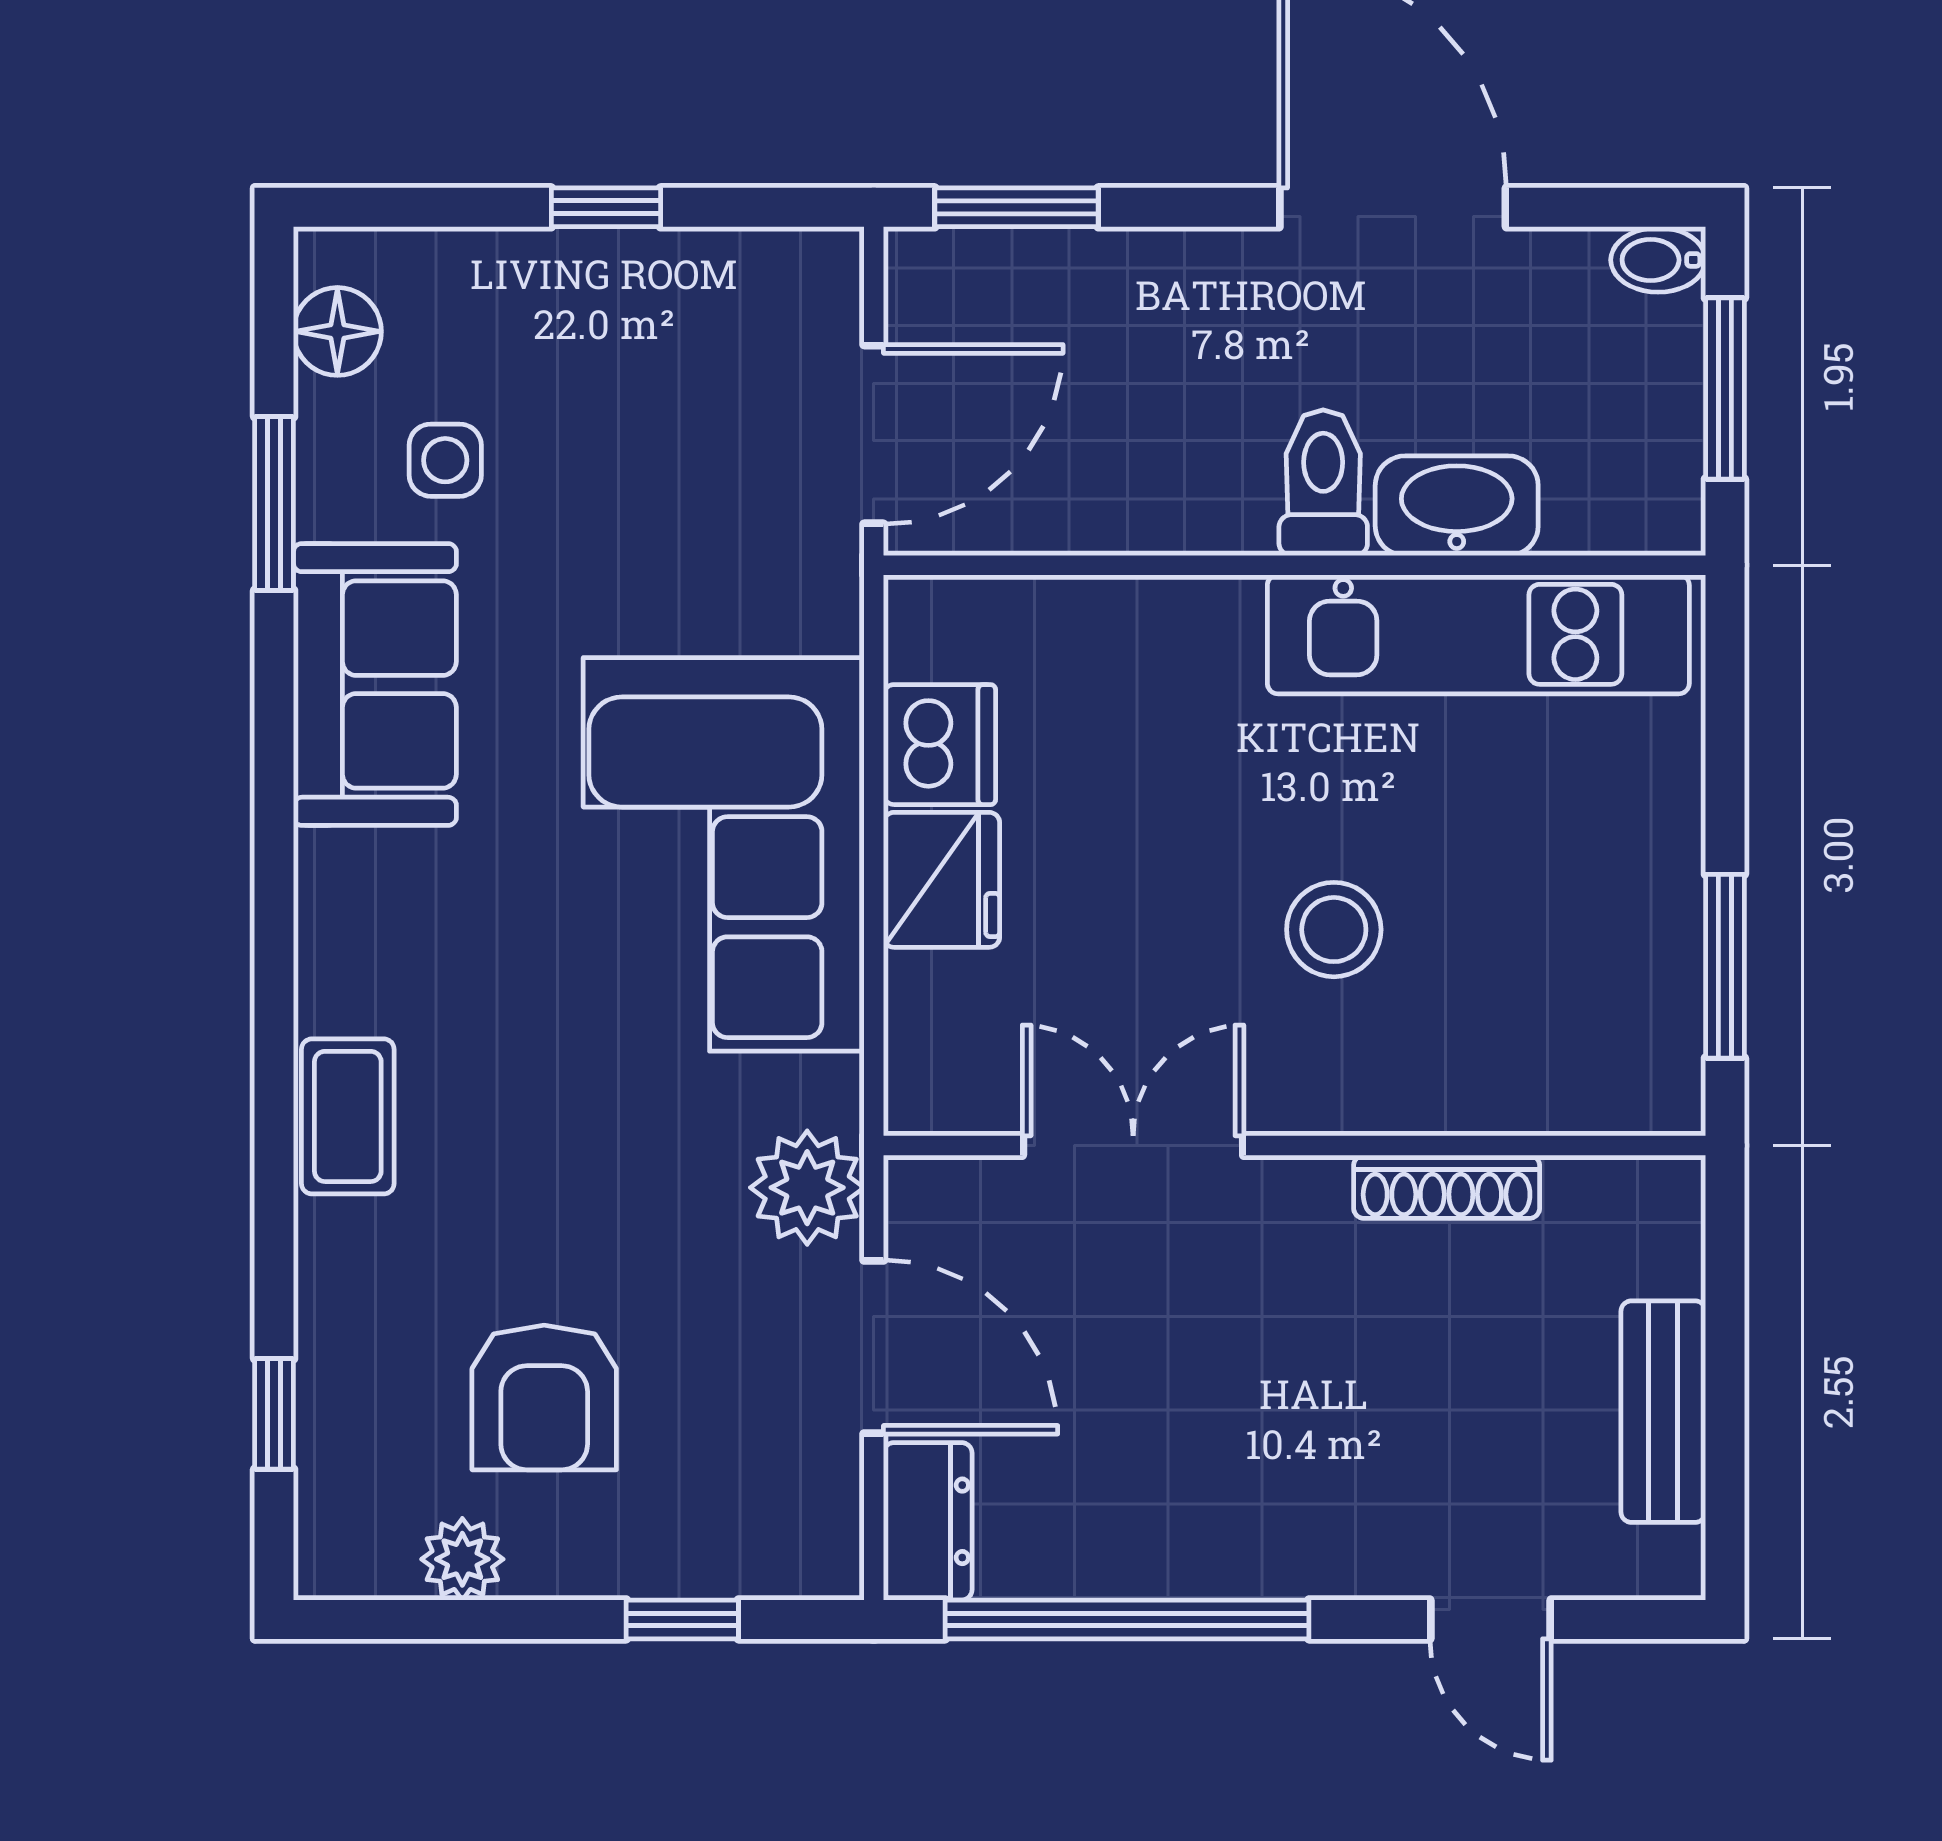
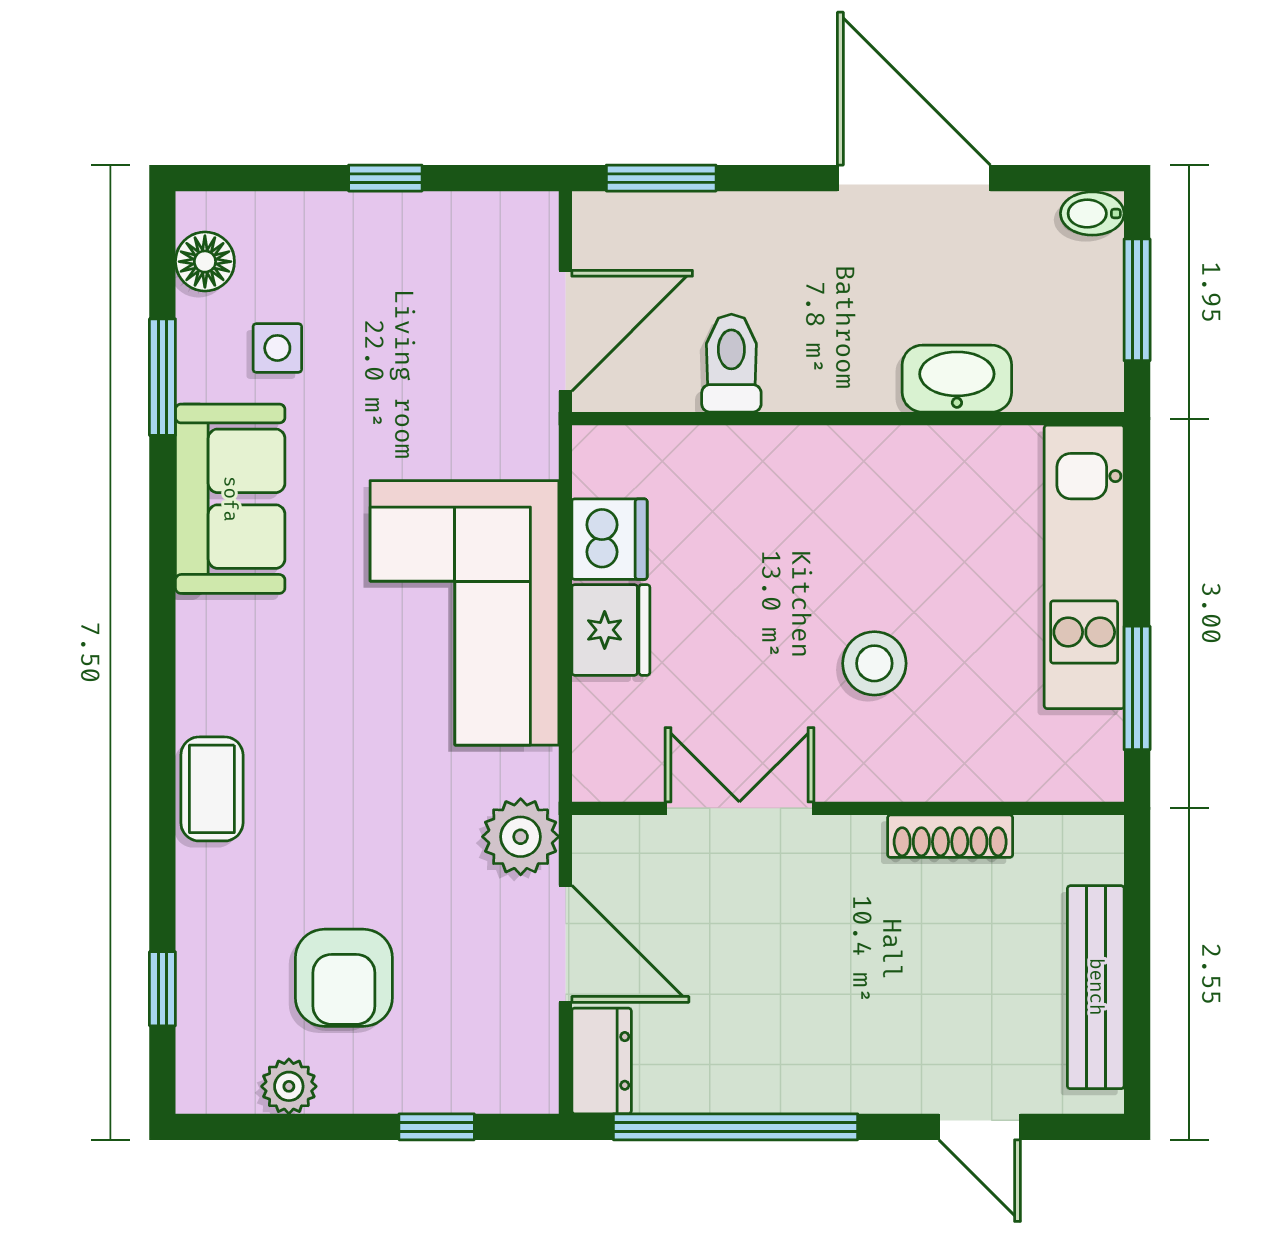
toilet: (1323, 483) -> (731, 363), moved
kitchen unit: (1478, 634) -> (1084, 567), moved, turned 90
bench: (1663, 1412) -> (1096, 987), width x1.36

